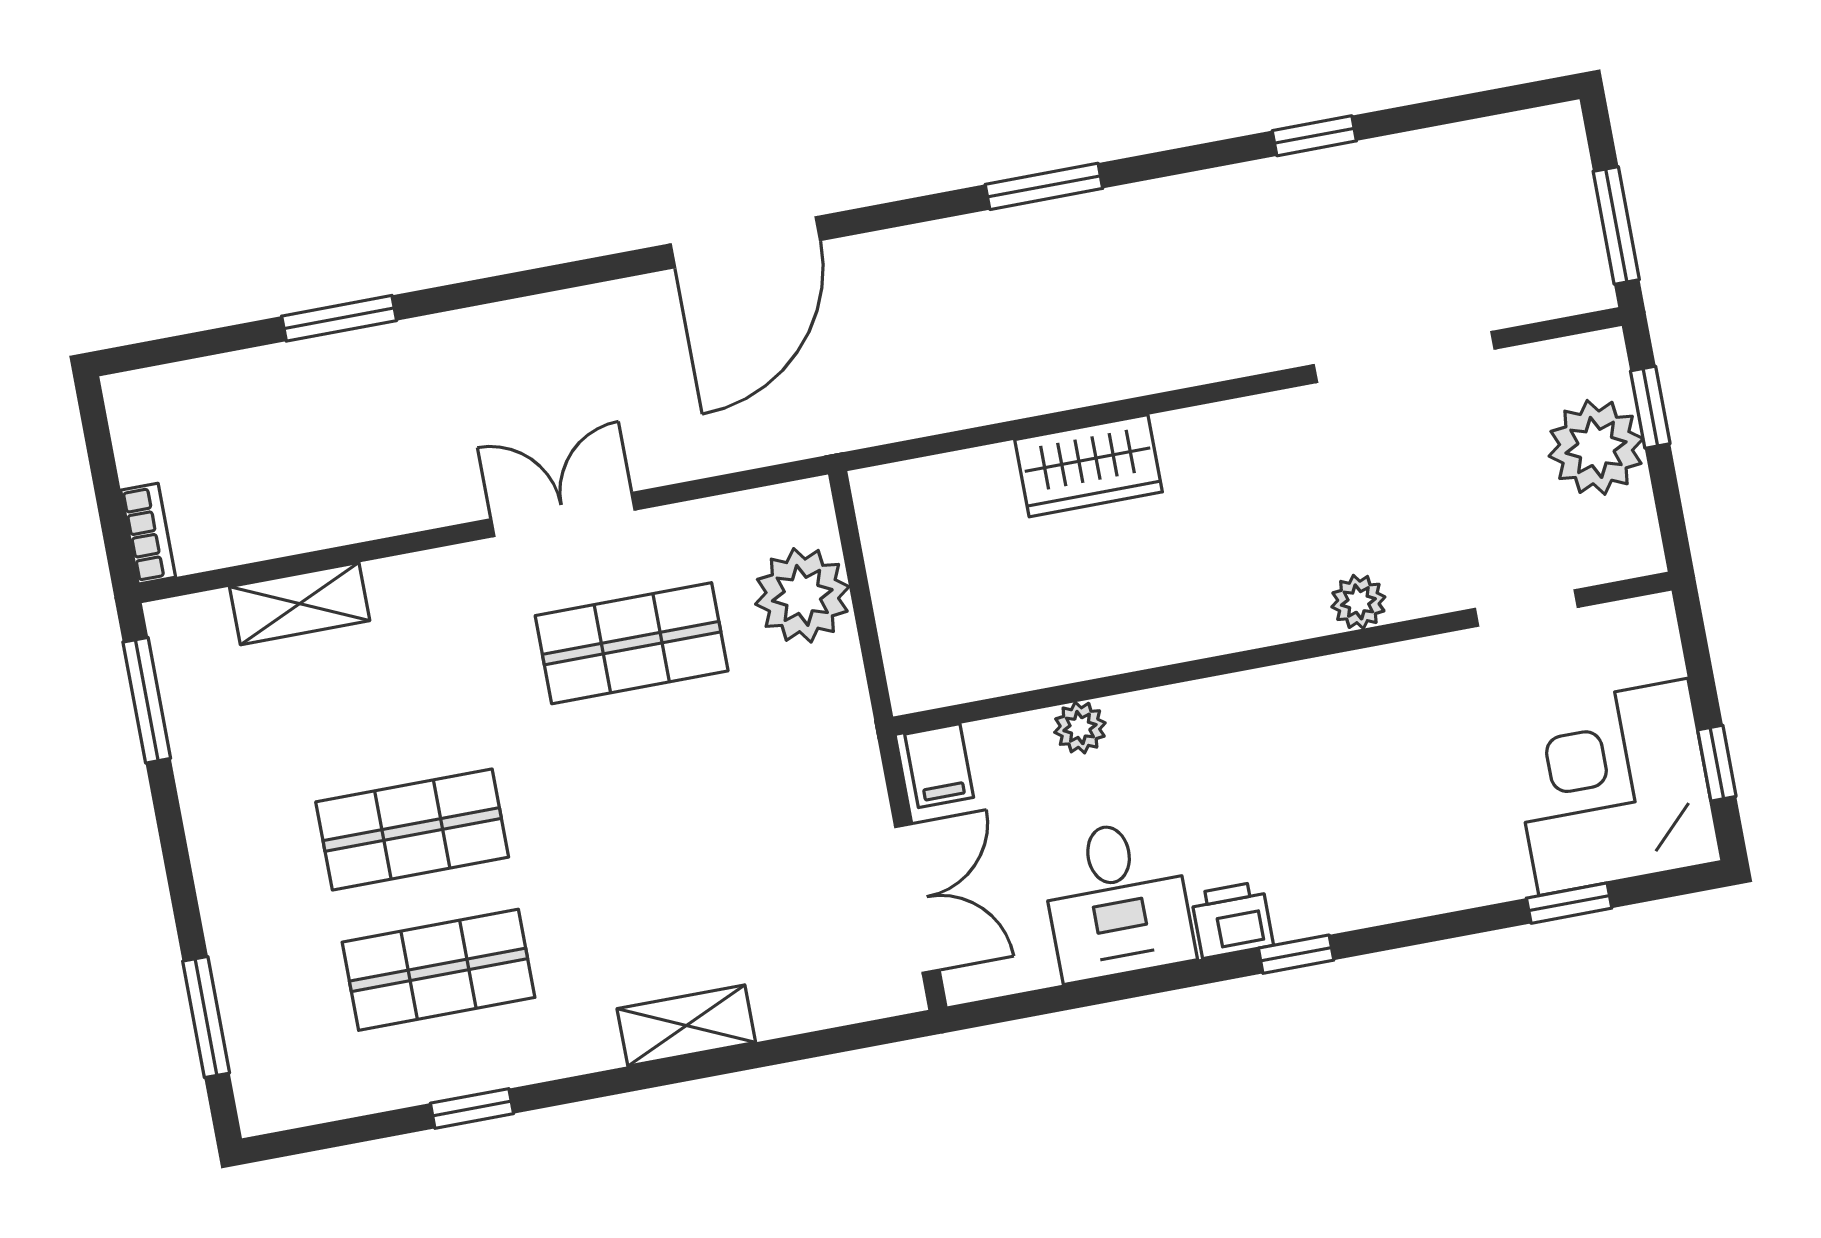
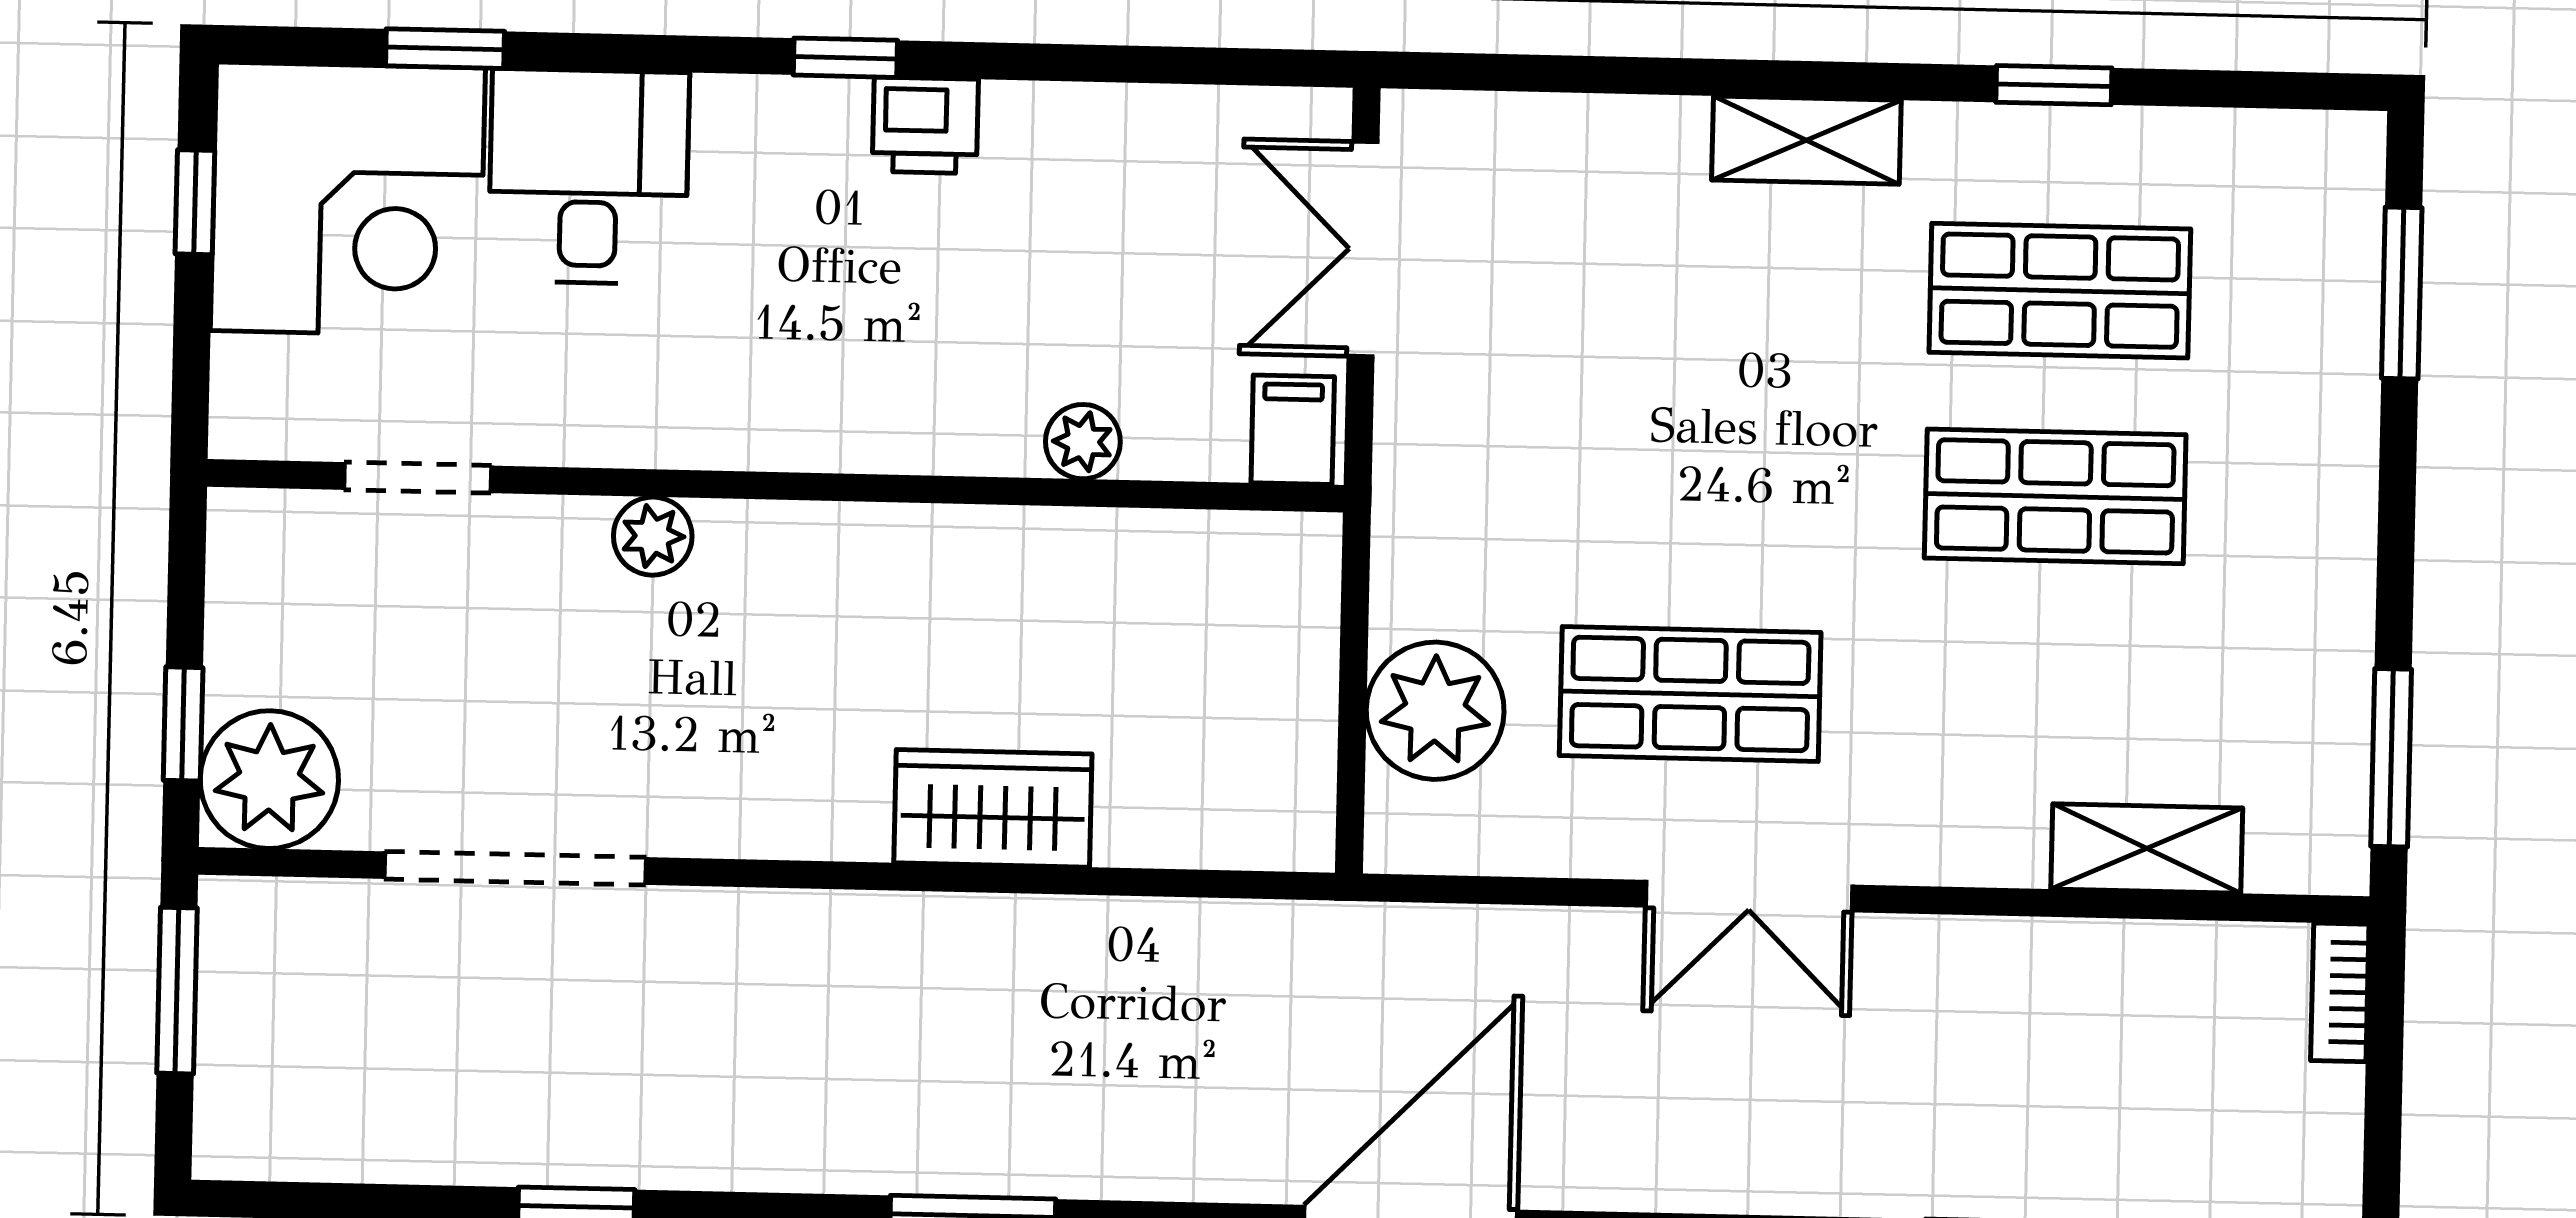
plant: (1596, 447) -> (269, 780), moved
desk: (1117, 900) -> (589, 177), moved
shelving: (686, 1026) -> (1806, 140), moved

